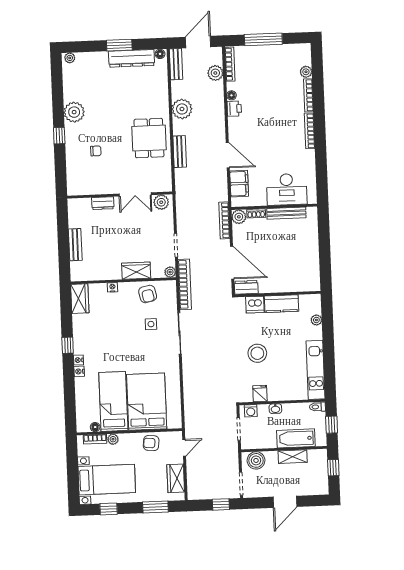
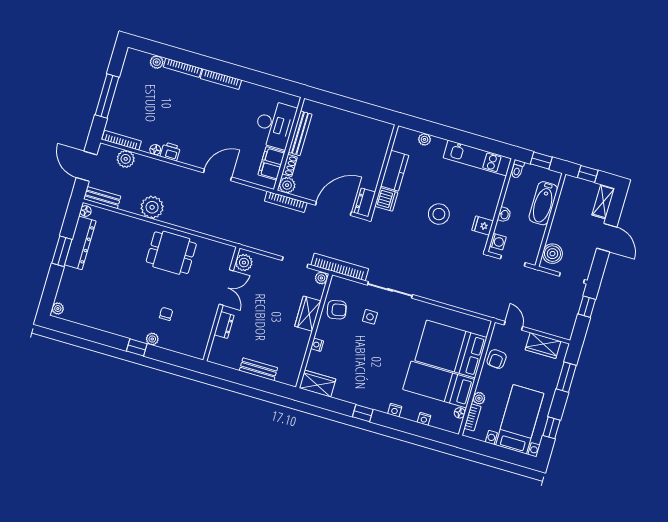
plant: (74, 112) -> (152, 339), moved, width x0.53, depth x0.53
bench: (180, 152) -> (197, 225), removed
filing cabinet: (239, 184) -> (271, 163), moved, turned -90
nightstand: (78, 360) -> (424, 419), moved
shelving: (293, 457) -> (603, 202), moved

